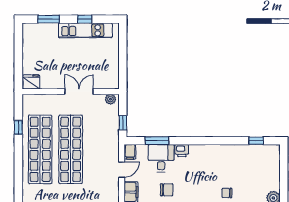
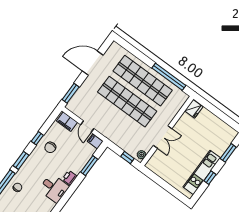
window: (123, 123) -> (127, 157), moved
window: (18, 127) -> (169, 77), width x3.17
desk: (161, 158) -> (54, 188), moved

